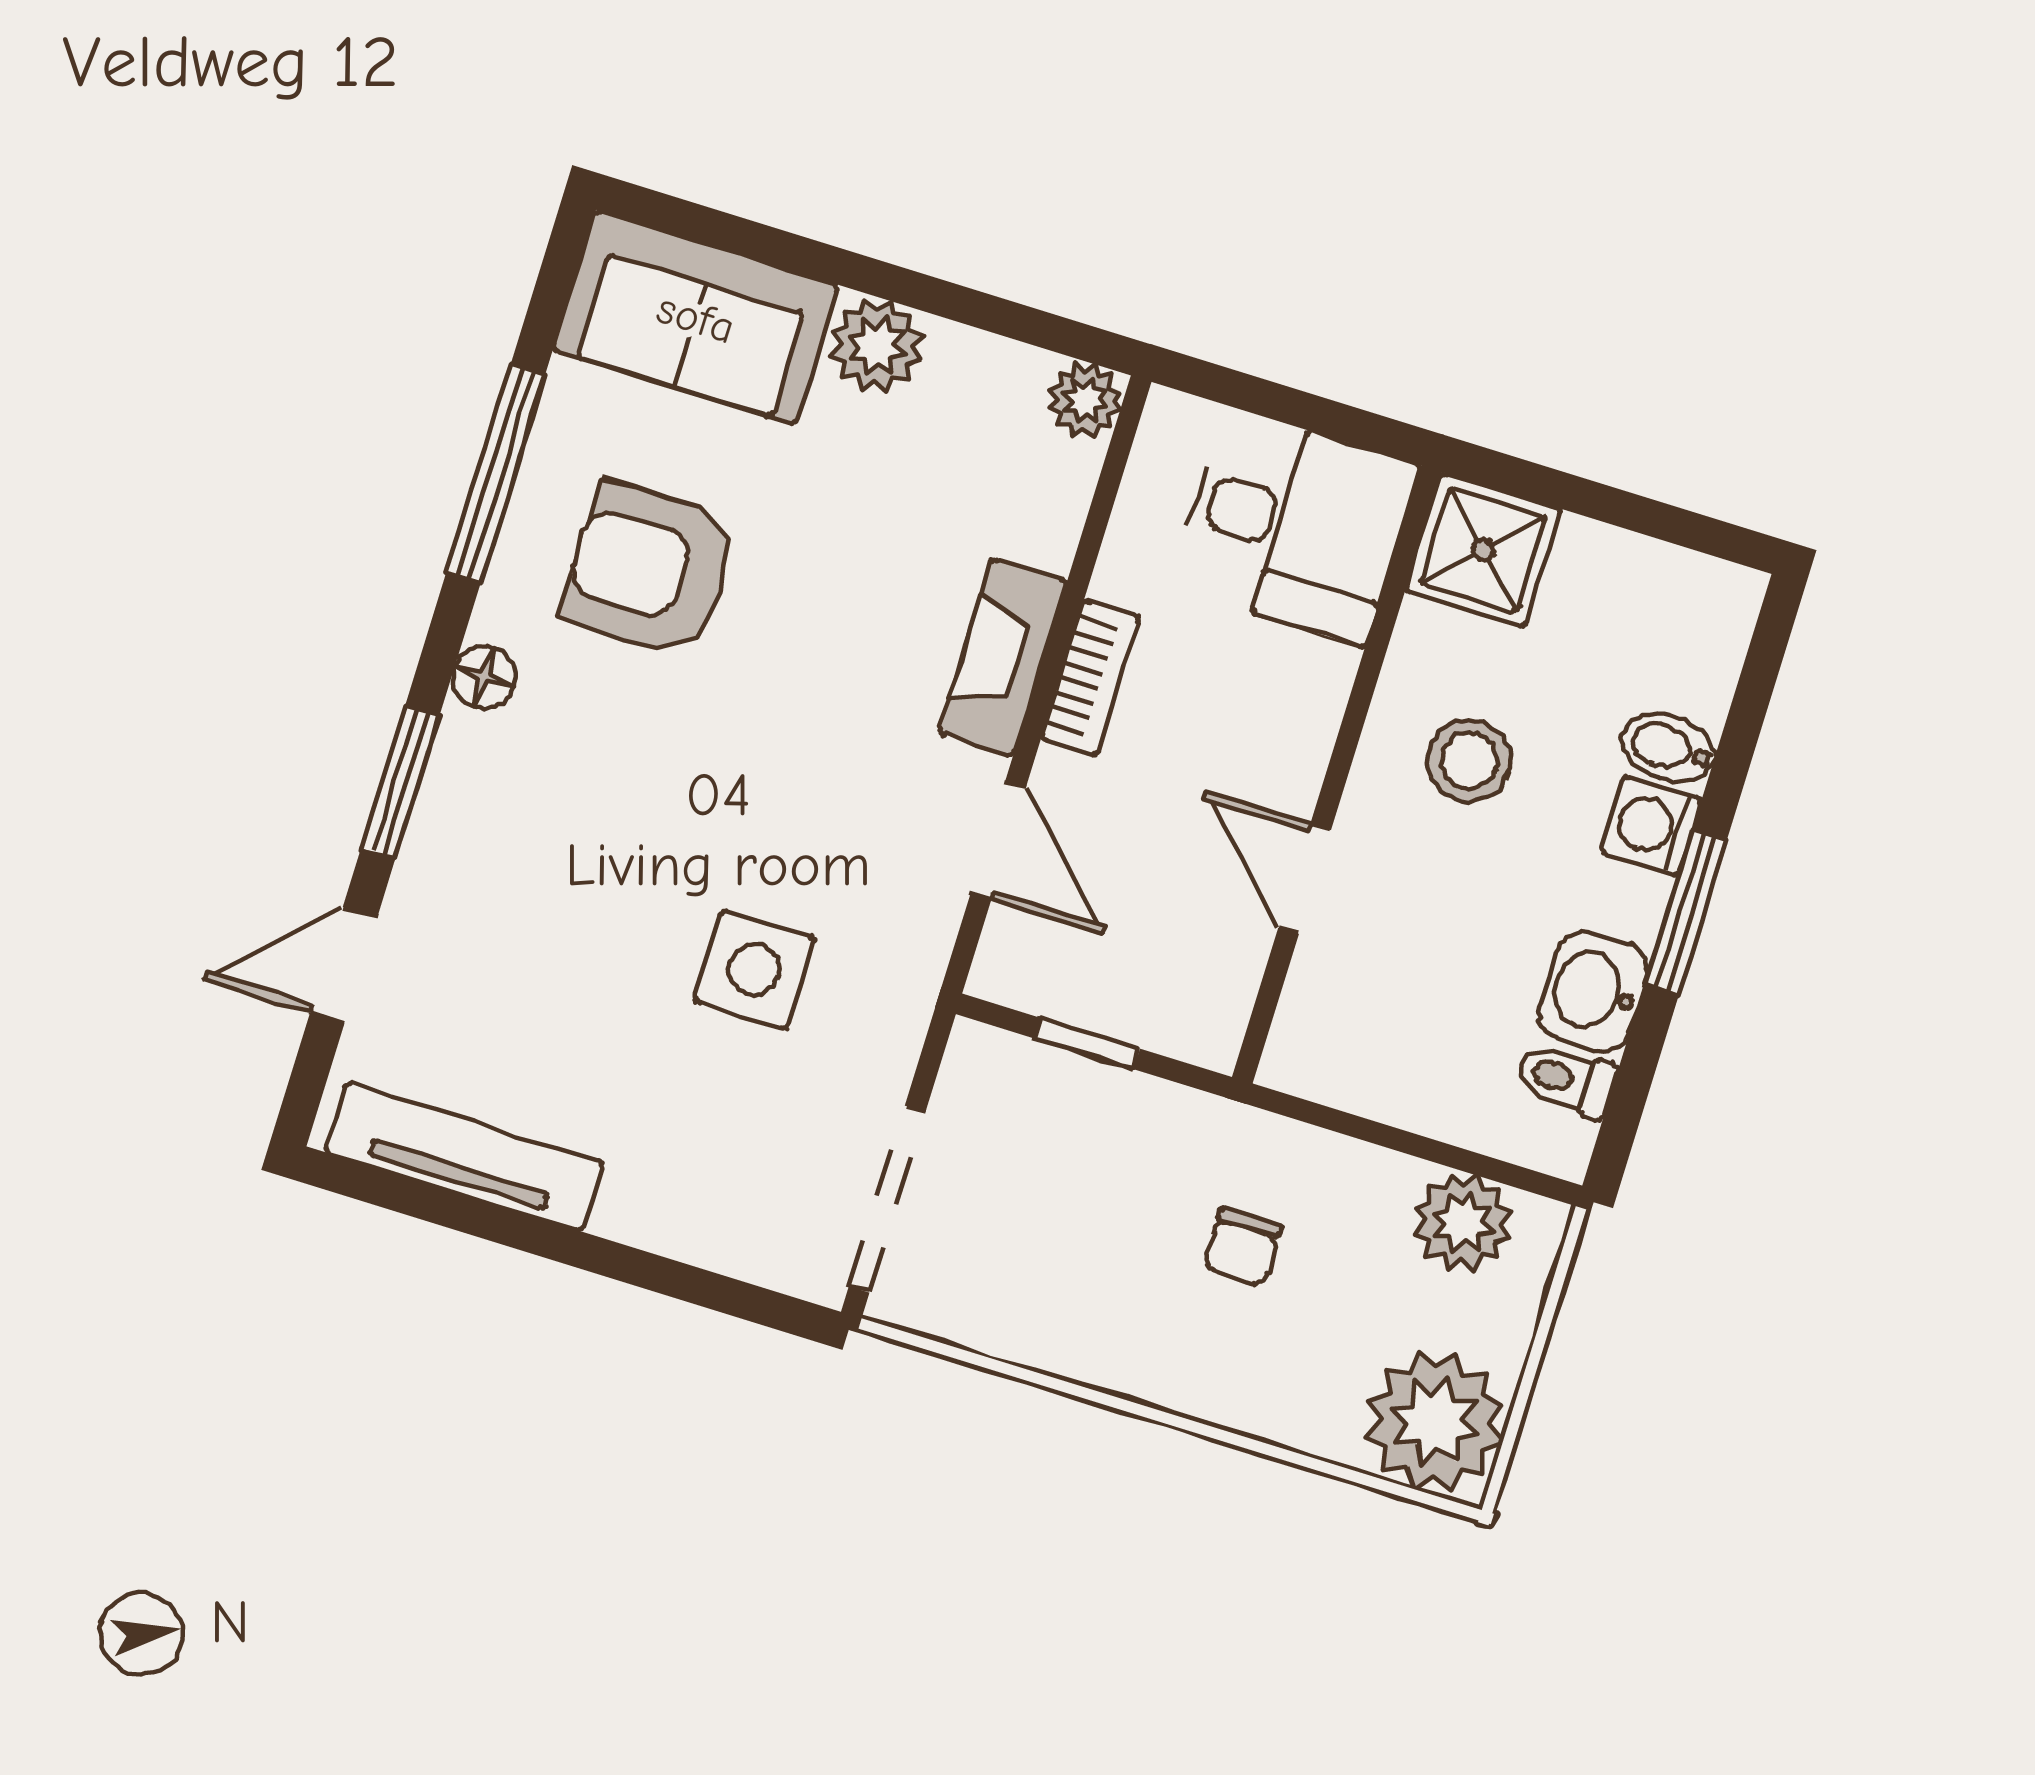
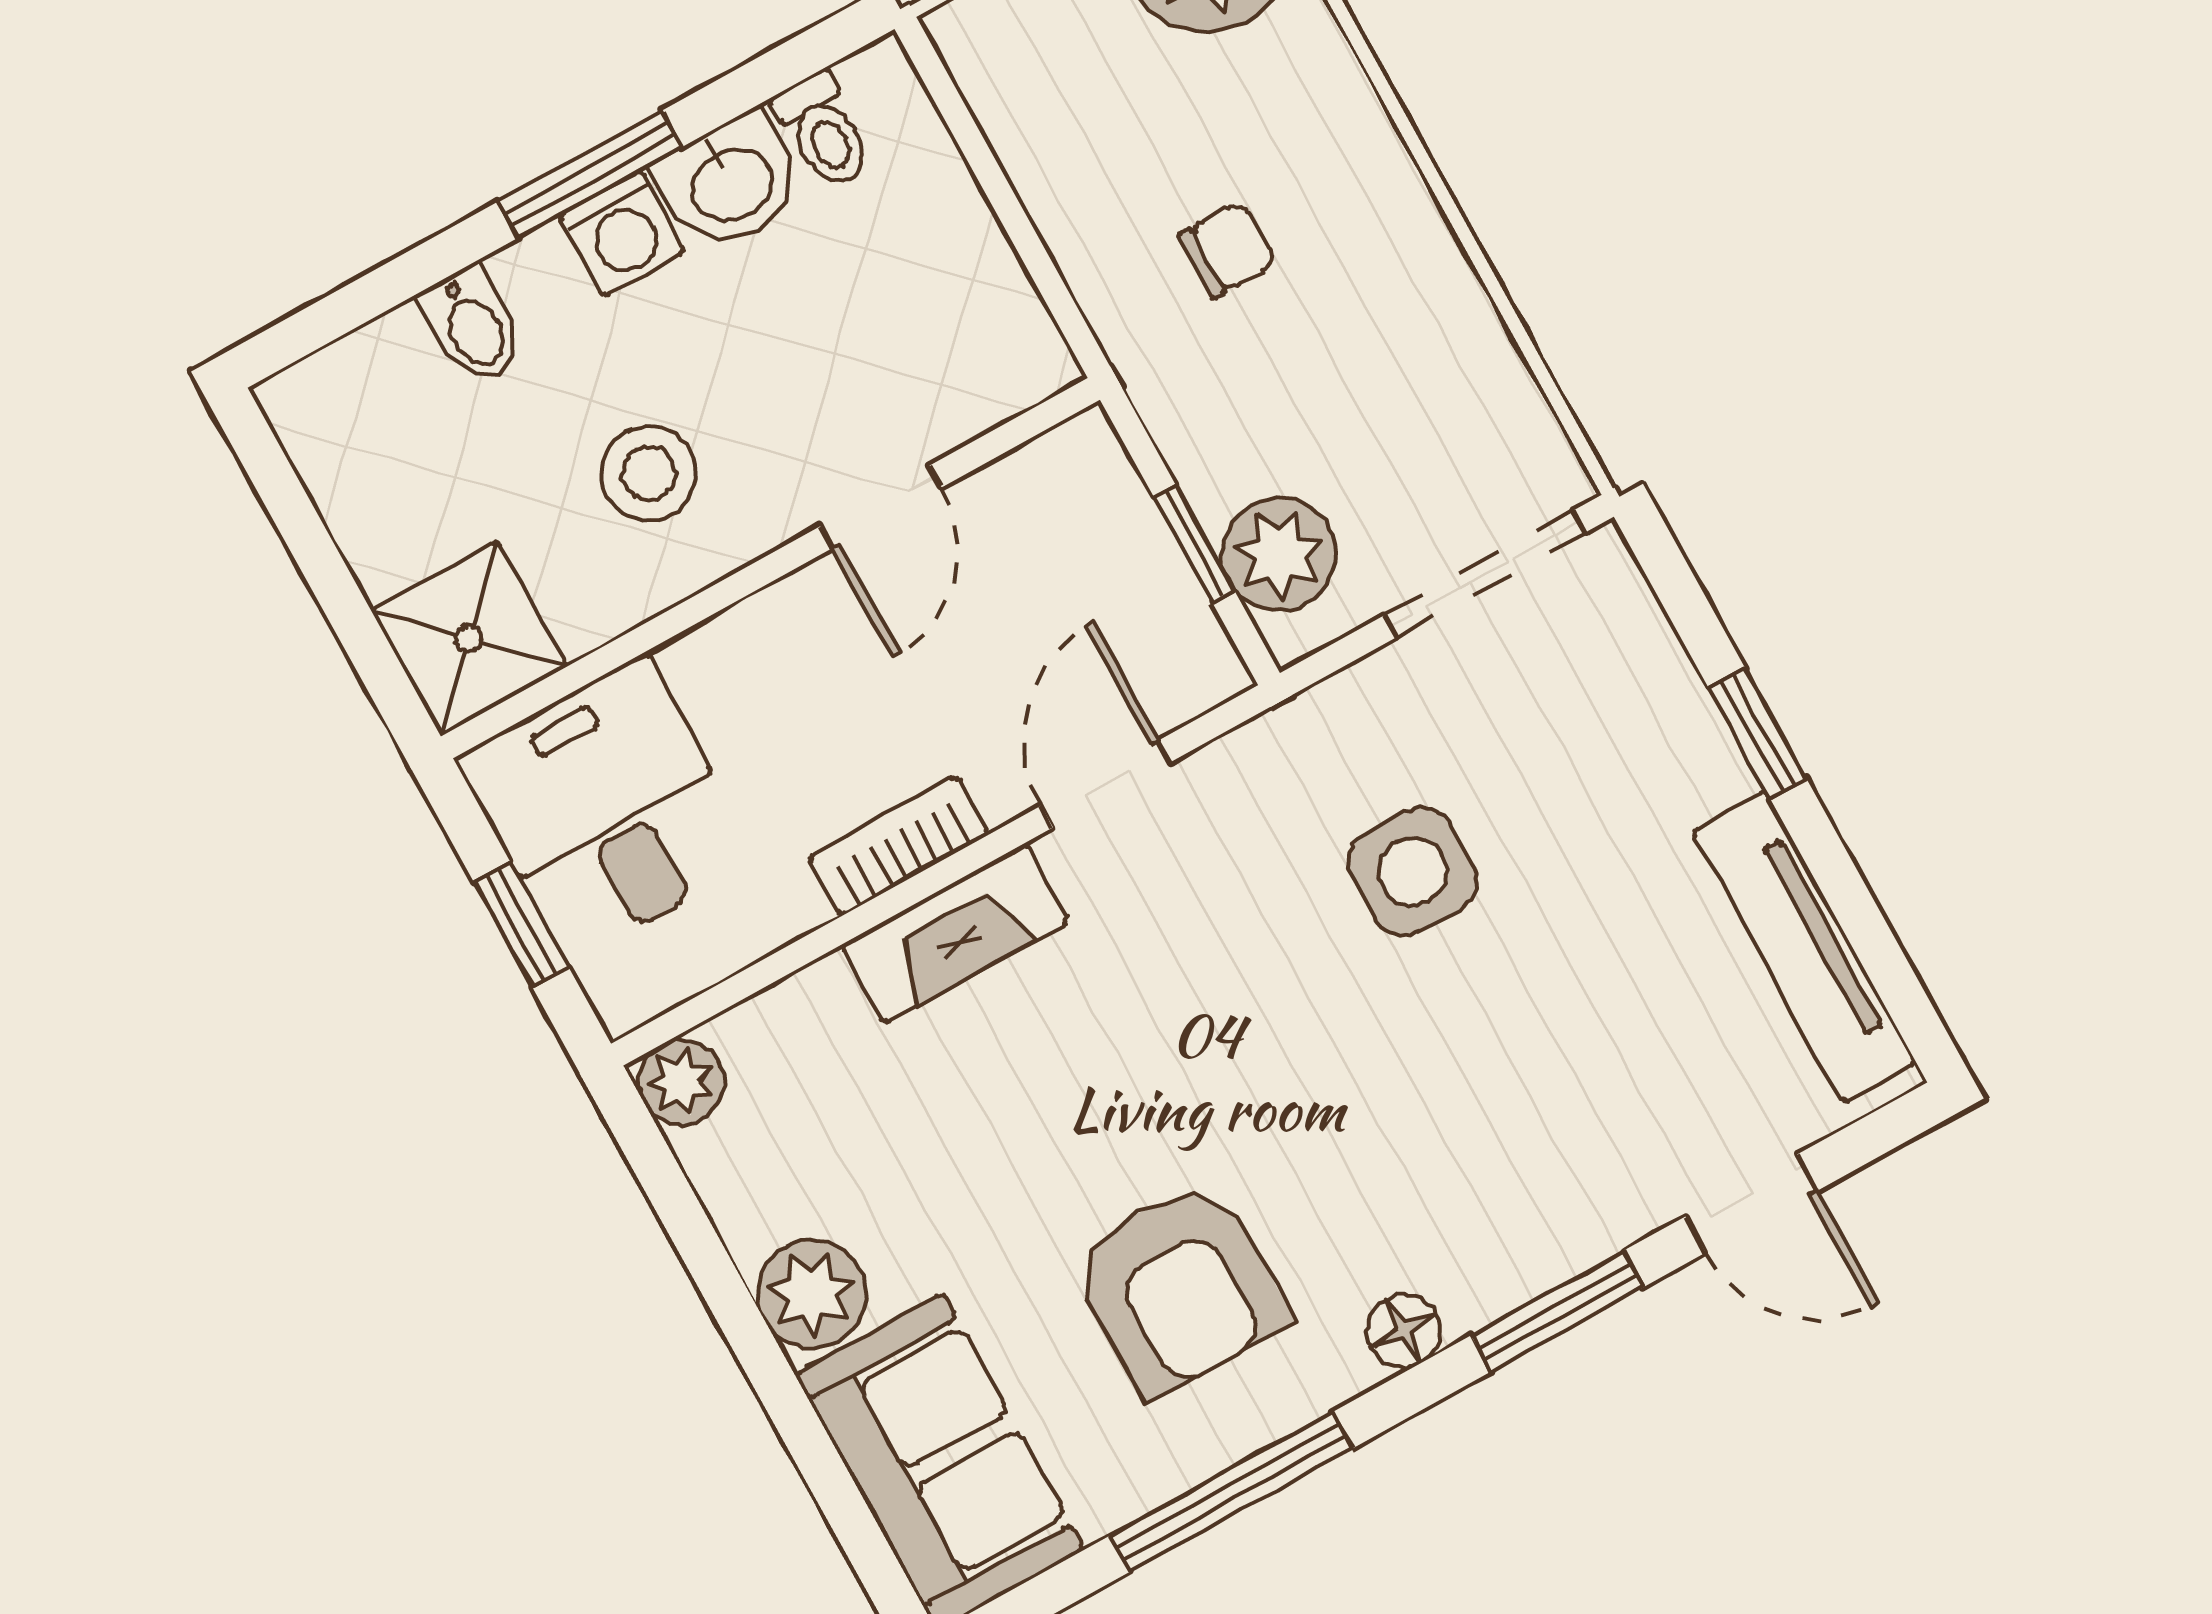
window: (1279, 403) -> (521, 924), added
washing machine: (1651, 826) -> (622, 234), moved
plant: (1463, 1222) -> (1279, 554), moved
window: (621, 1263) -> (1758, 733), added

